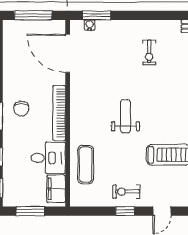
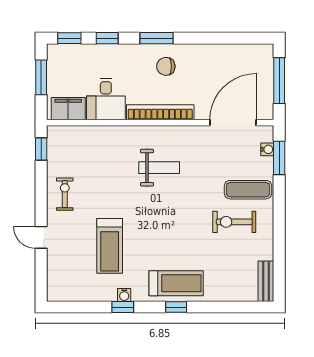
exercise bike: (149, 52) -> (234, 222), width x1.38, depth x1.39
weight bench: (125, 116) -> (159, 168), moved
exercise mat: (86, 165) -> (248, 190), moved
window: (125, 211) -> (41, 149), moved

